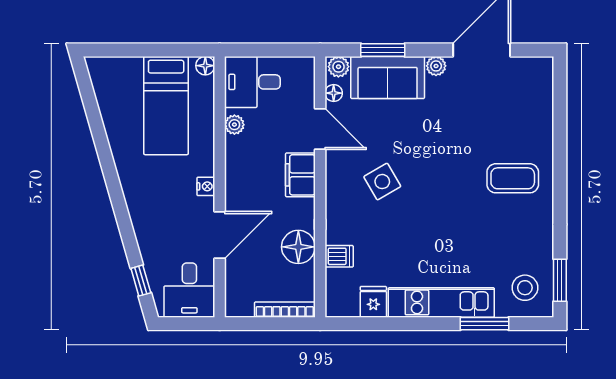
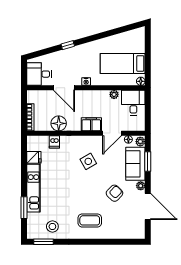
armchair: (452, 124) -> (114, 193), added
coffee table: (513, 178) -> (90, 220), turned 90
window: (141, 281) -> (68, 45), moved
stool: (525, 288) -> (52, 227), moved

